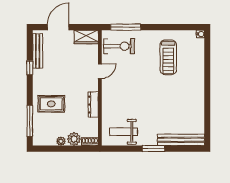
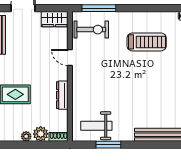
treadmill: (168, 57) -> (147, 42), turned -90
door: (100, 71) -> (70, 58), swing flipped
window: (153, 149) -> (108, 145), moved

